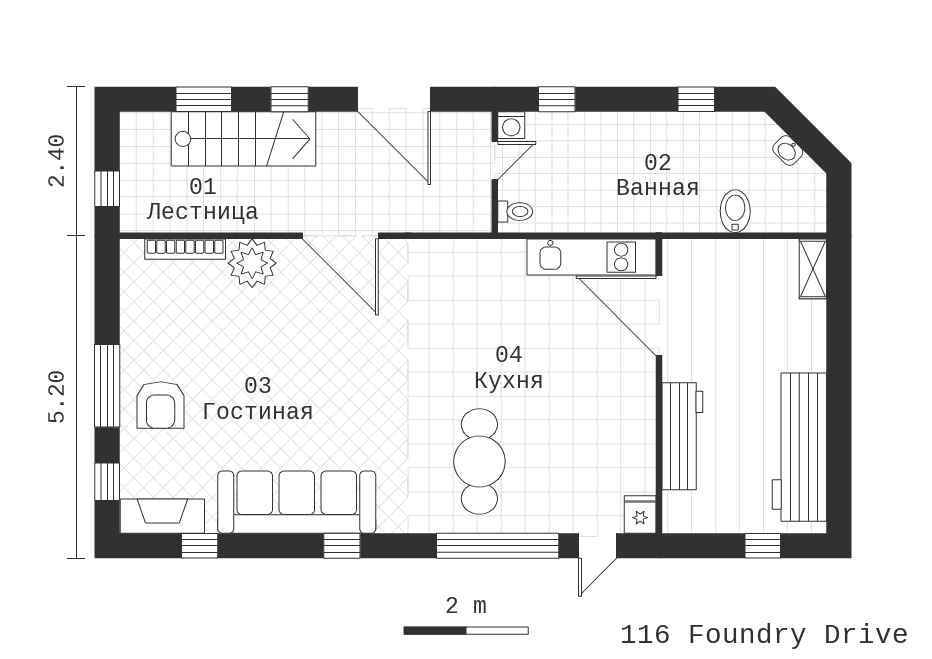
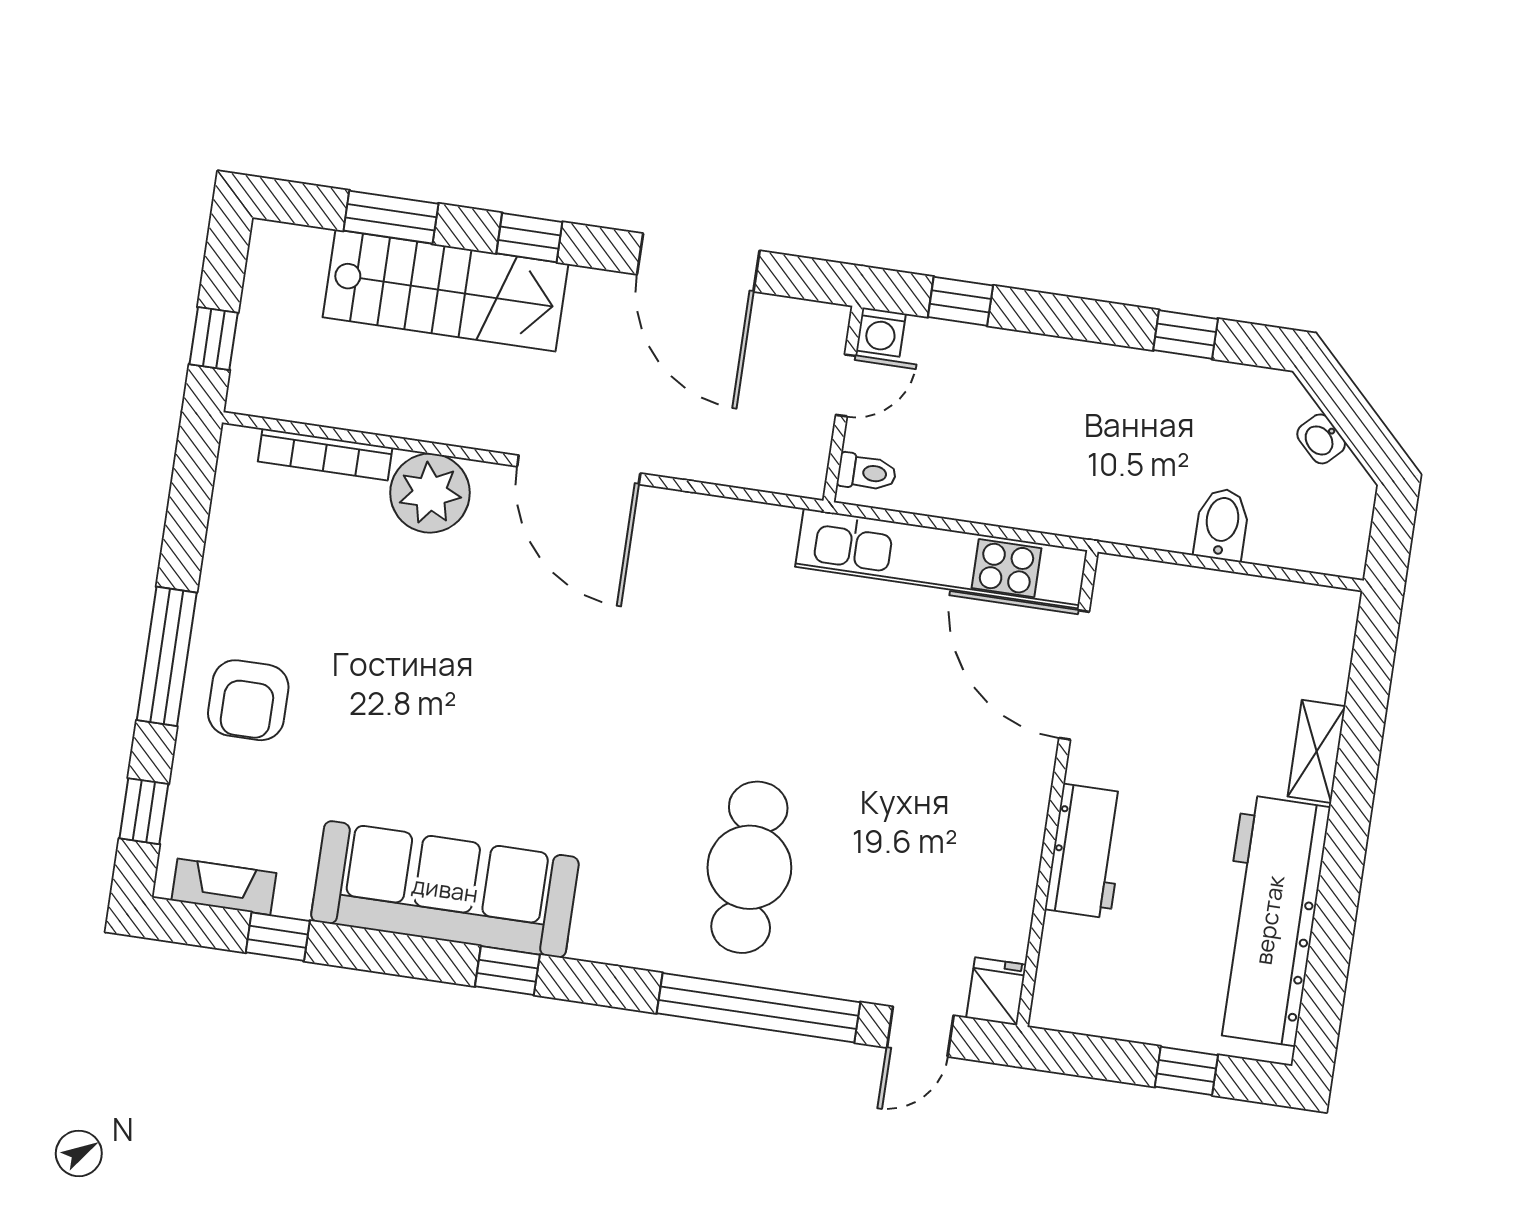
kitchen unit: (592, 257) -> (941, 558), width x1.36
shelving: (813, 269) -> (1317, 751), moved
workbench: (682, 436) -> (1086, 851), width x0.73
fireplace: (162, 516) -> (224, 887), width x0.73, depth x0.76

